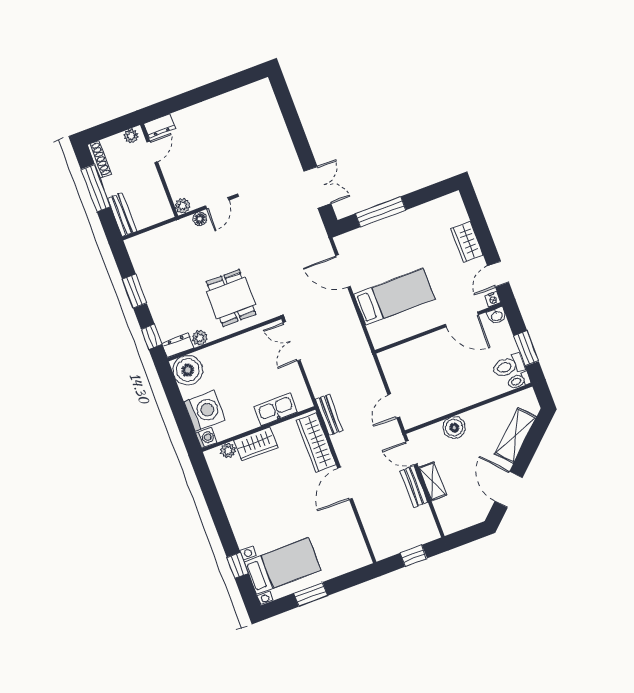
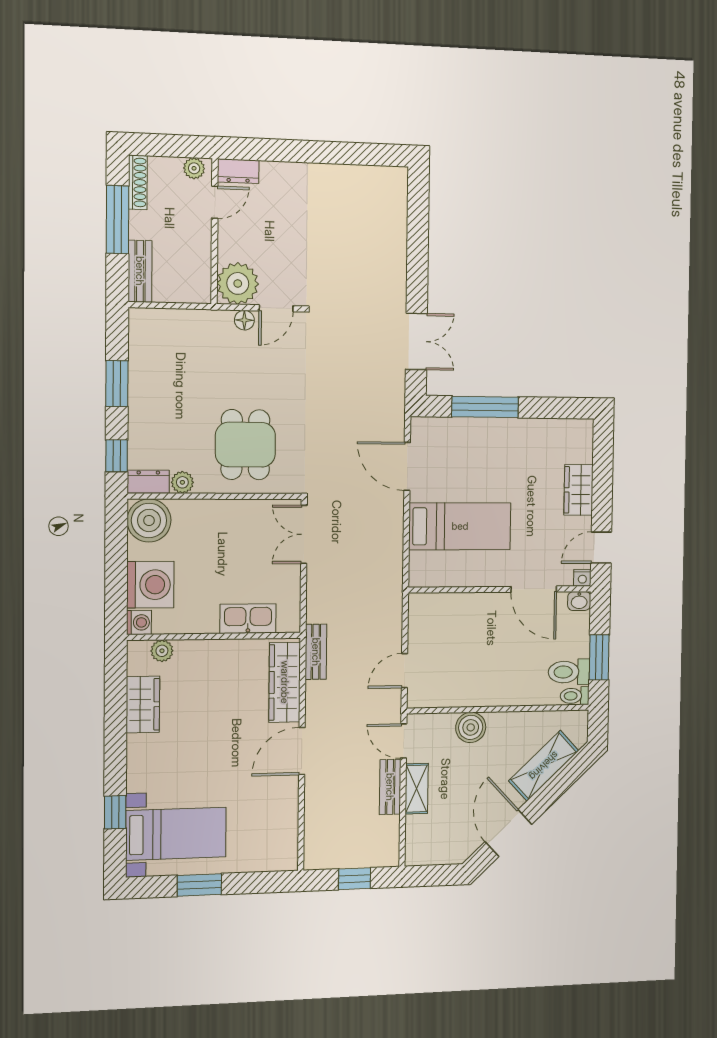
plant: (183, 206) -> (238, 284), width x1.88, depth x1.88
wardrobe: (256, 444) -> (143, 704), moved, turned -90

